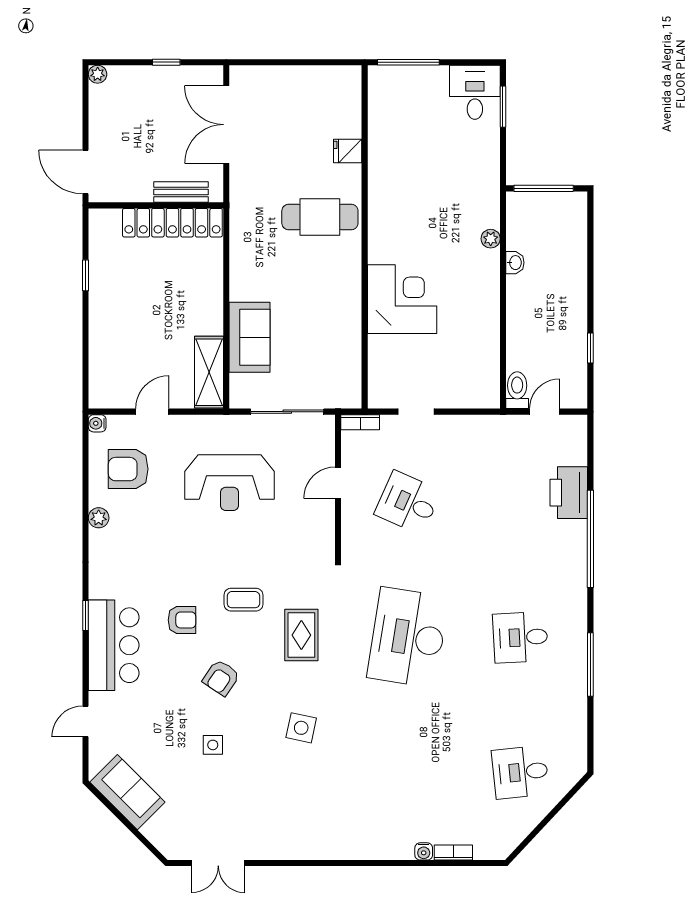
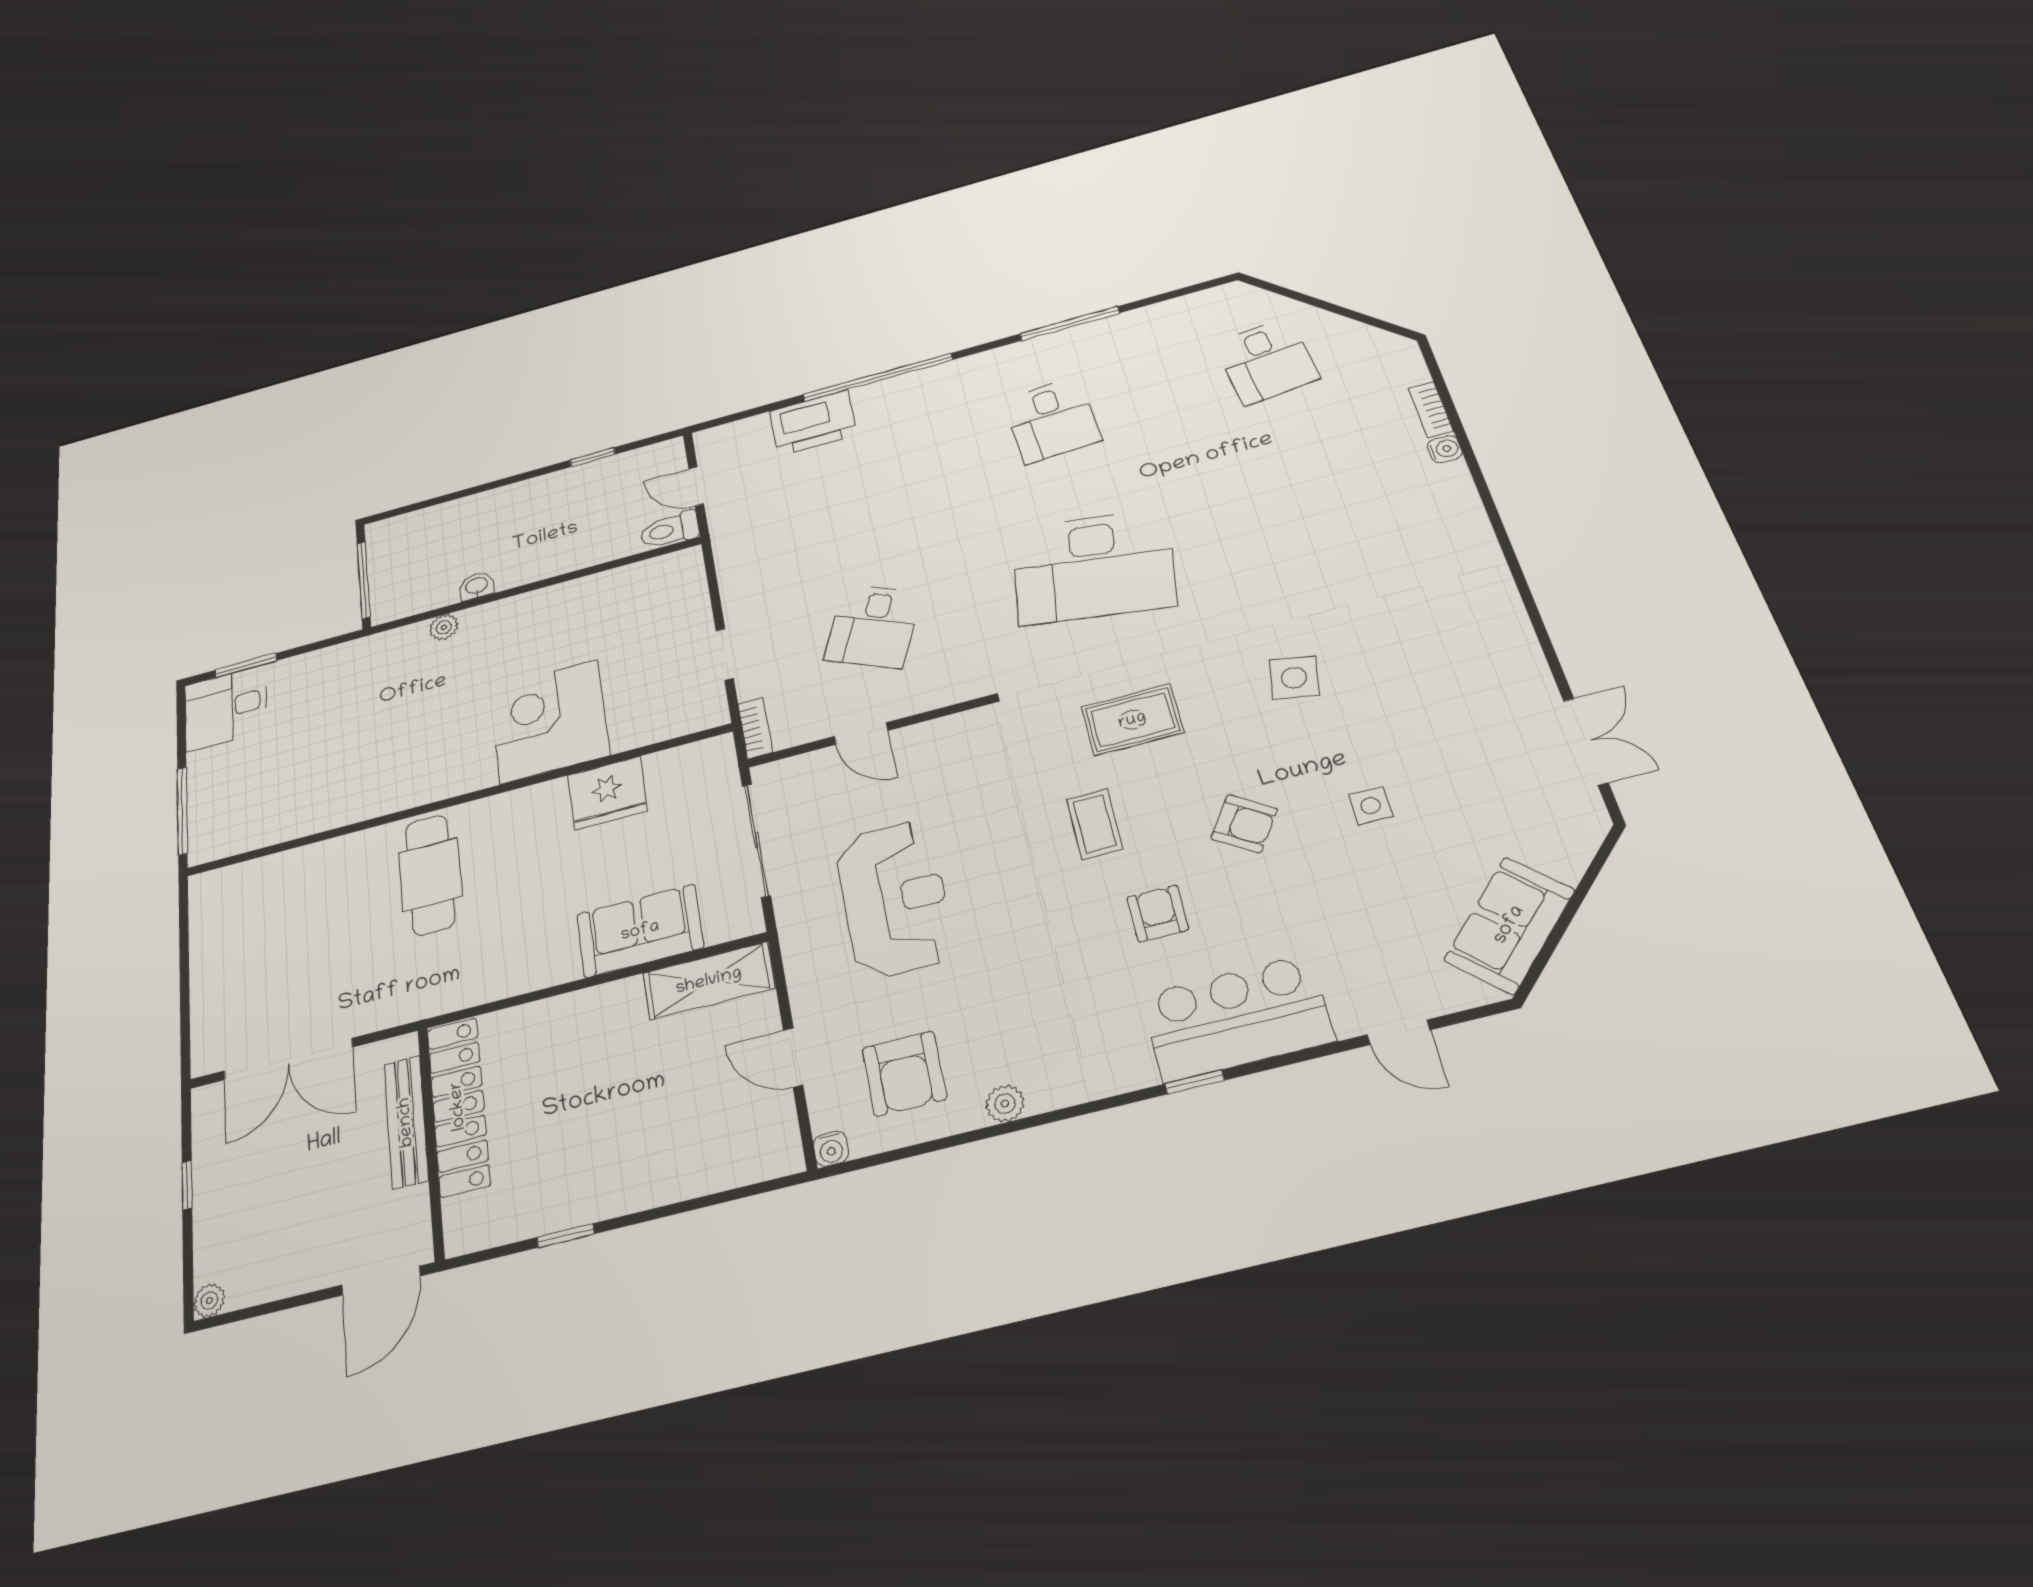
fridge: (348, 151) -> (607, 793), moved, width x1.88, depth x1.34
bench: (181, 192) -> (406, 1122), width x1.36

